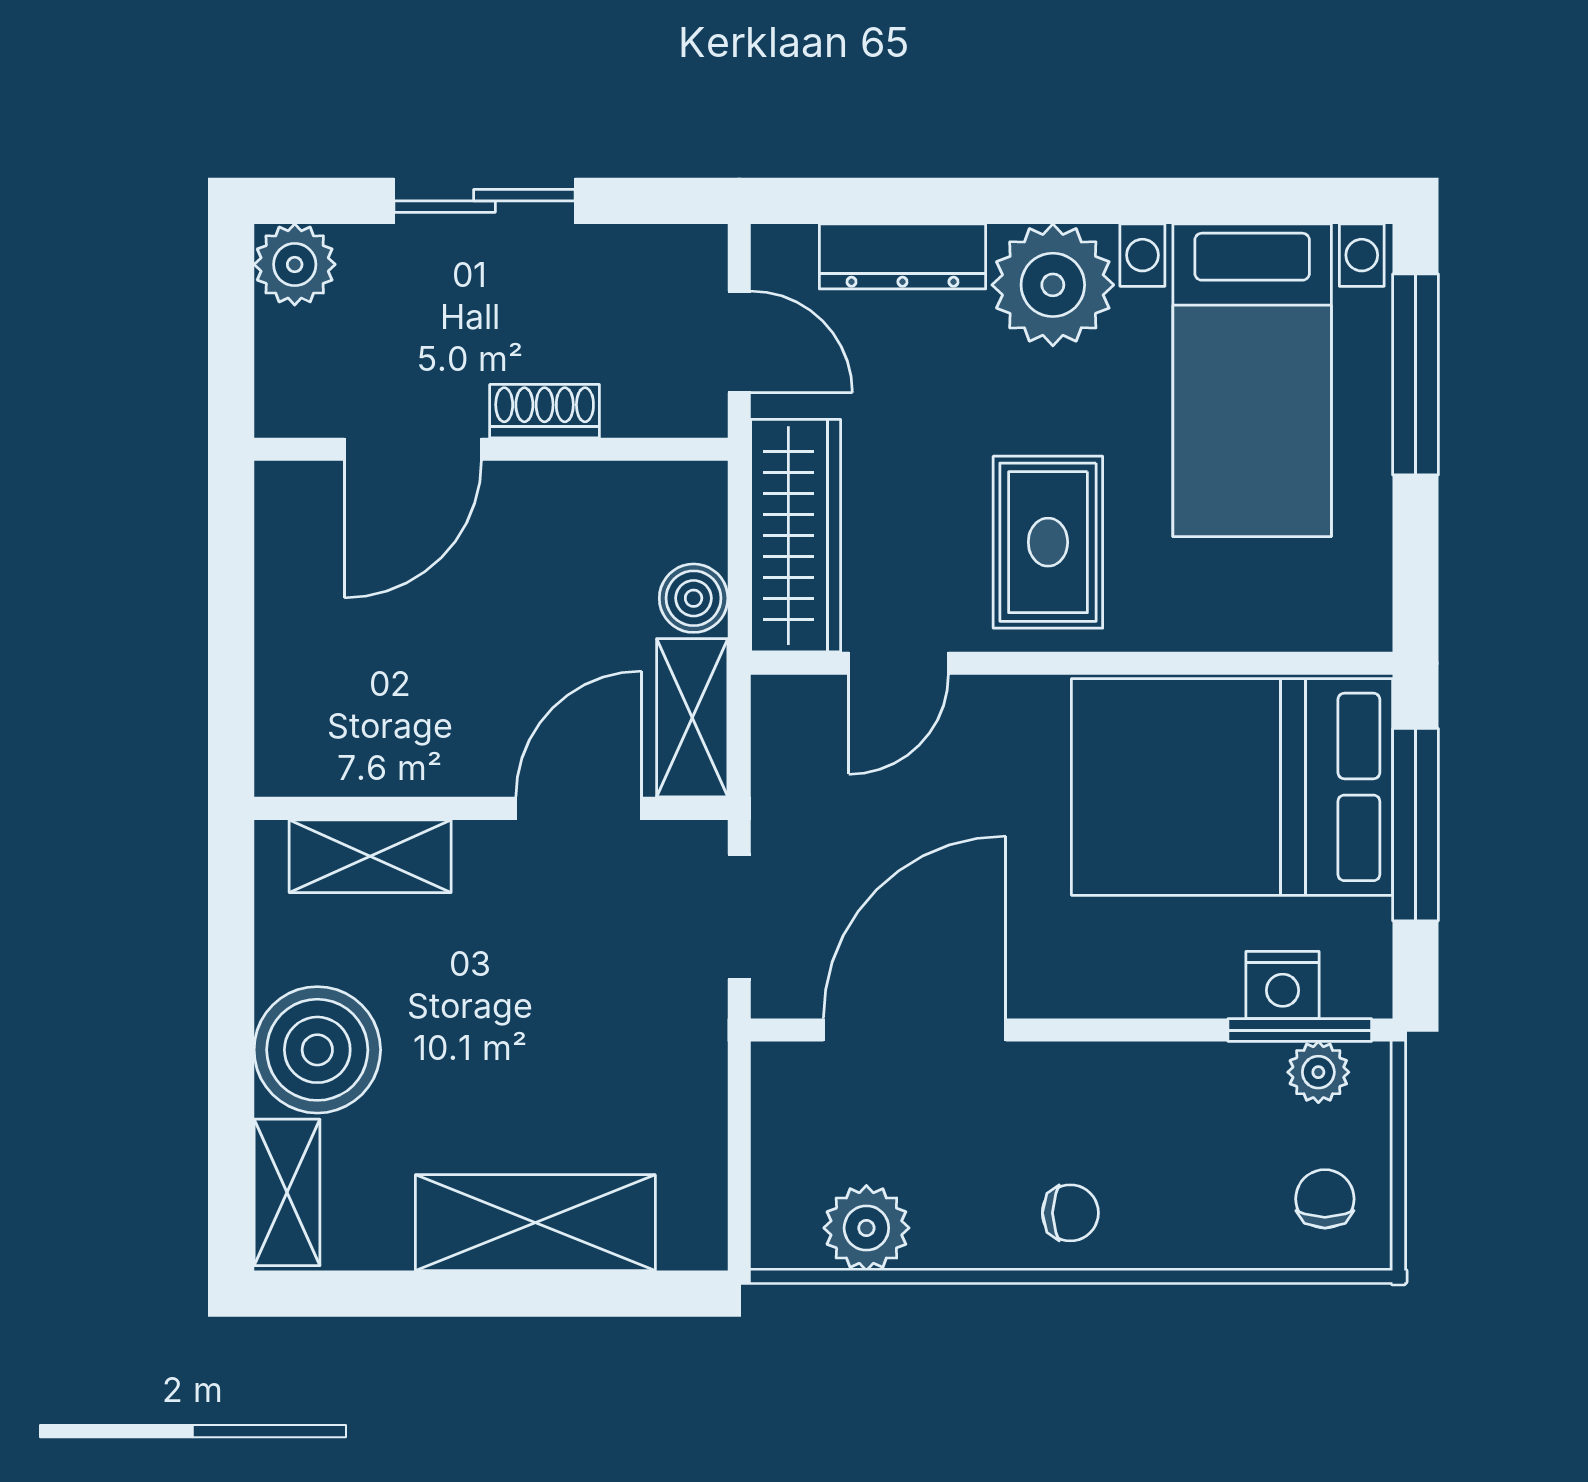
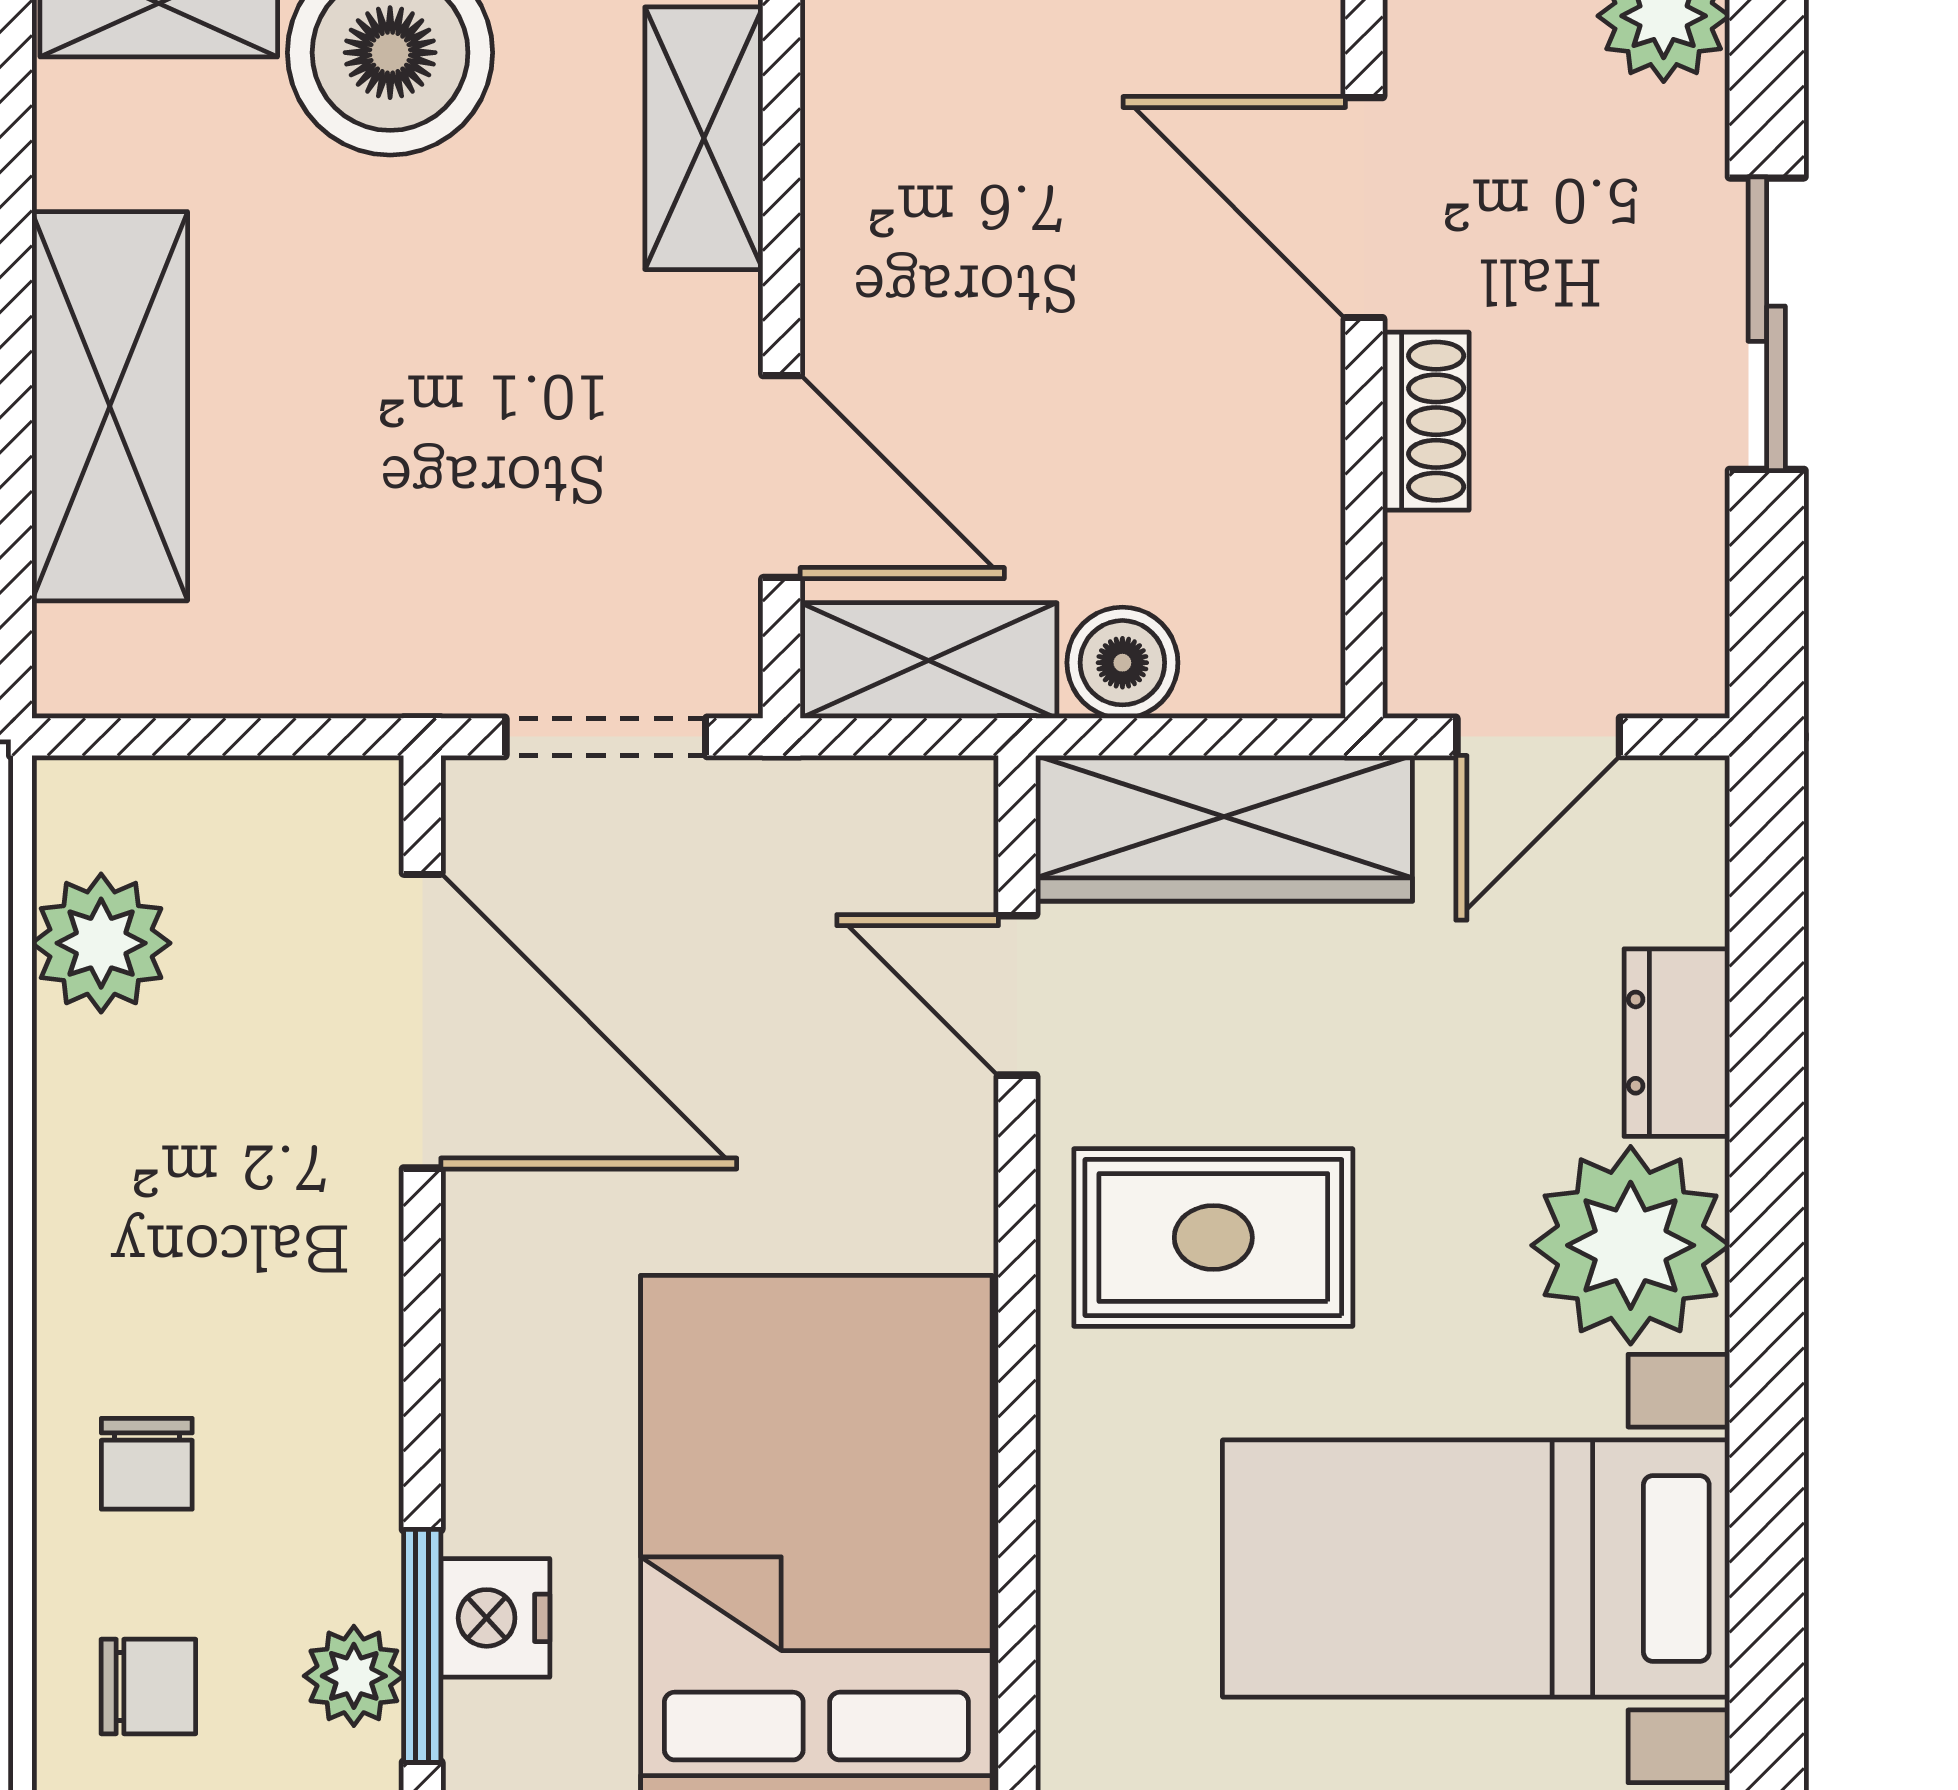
dresser: (902, 256) -> (1677, 1043), width x0.70
chair: (1070, 1213) -> (147, 1464), moved

